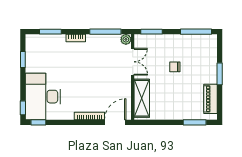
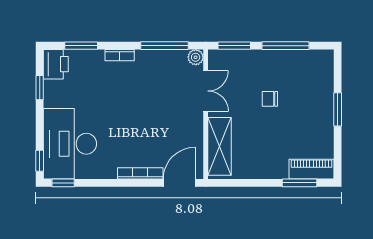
window: (196, 32) -> (285, 46), moved
printer: (34, 44) -> (56, 64), added
piano: (211, 99) -> (312, 169), moved, turned 90

